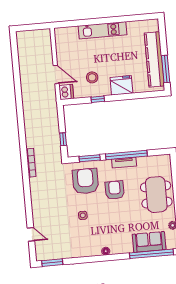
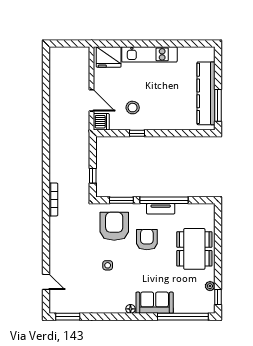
fridge: (121, 85) -> (109, 57), moved, turned 180
sofa: (149, 242) -> (155, 303), moved

